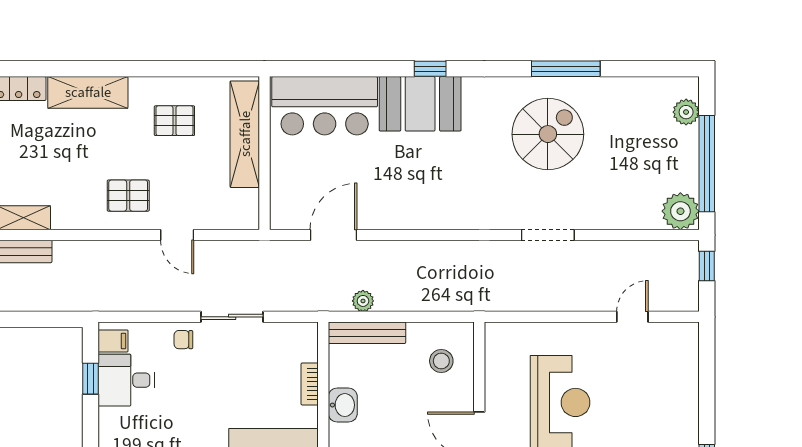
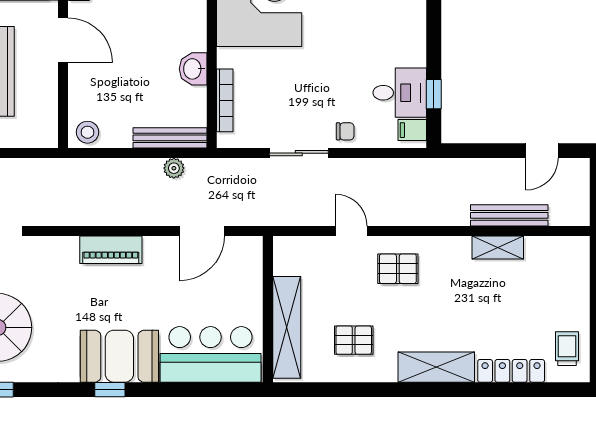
piano: (429, 215) -> (111, 250), added
stool: (441, 361) -> (87, 132), moved
bookcase: (310, 384) -> (225, 100), width x1.56

